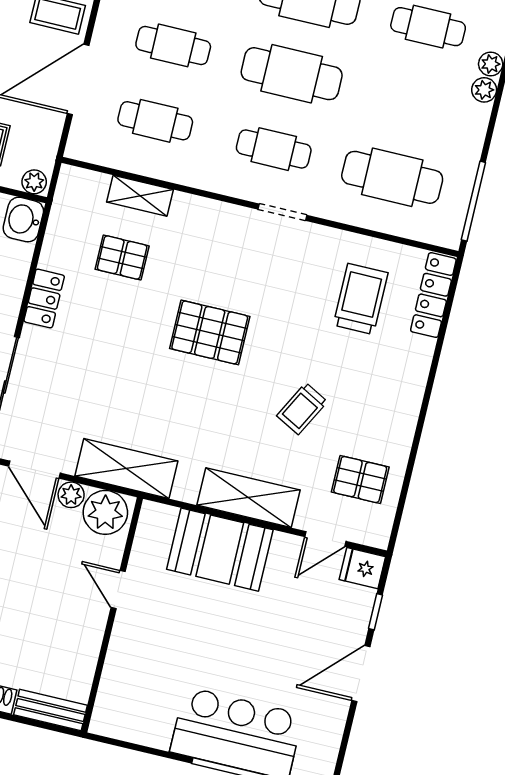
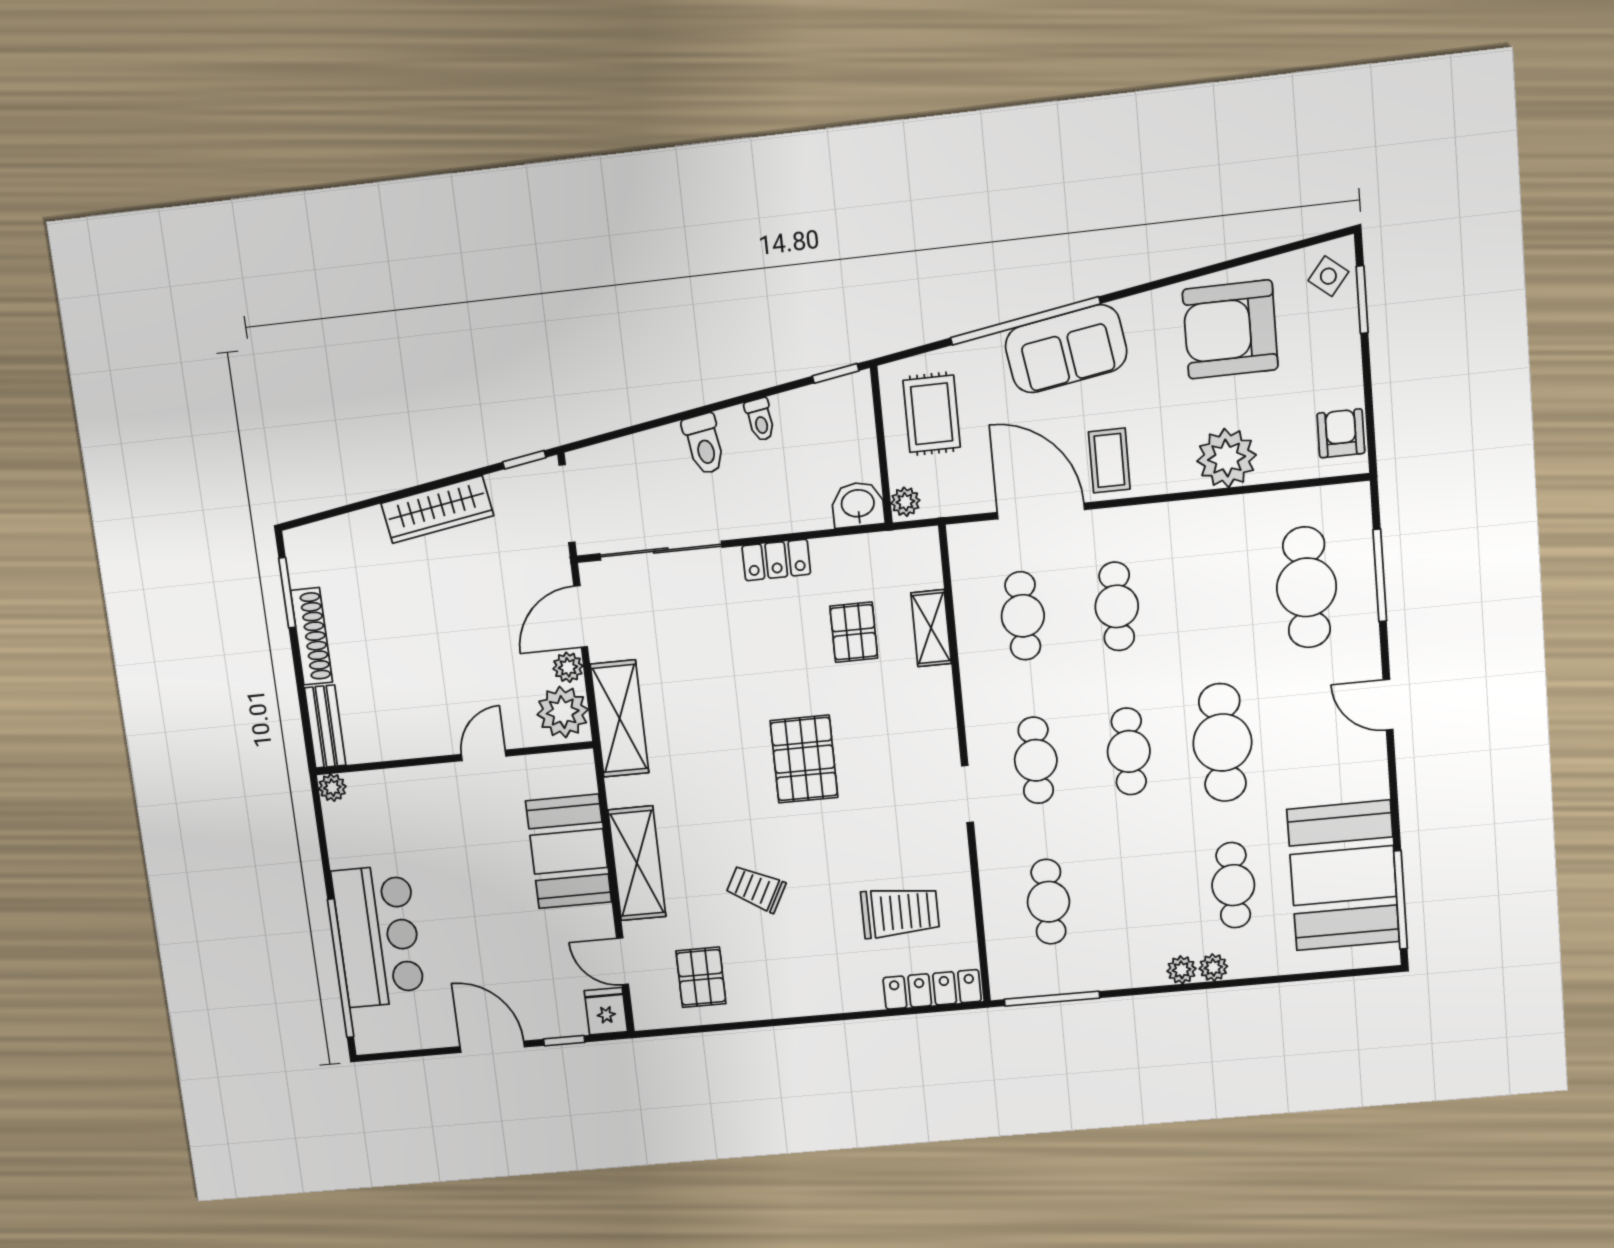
cafe table: (292, 74) -> (1129, 751), width x0.73, depth x0.74
cafe table: (392, 177) -> (1048, 902), width x0.73, depth x0.74
plant: (102, 723) -> (332, 788), added

